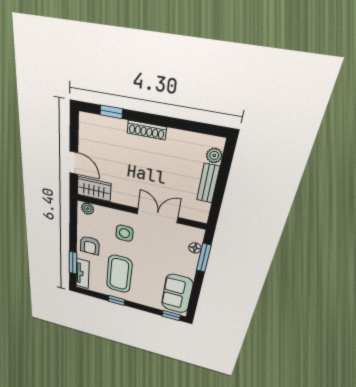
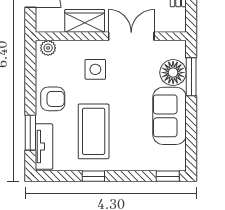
wardrobe: (94, 189) -> (85, 21), moved
armchair: (90, 245) -> (53, 99), turned -90
floor lamp: (195, 248) -> (173, 73), width x1.89, depth x1.89
sofa: (177, 294) -> (170, 116), moved

